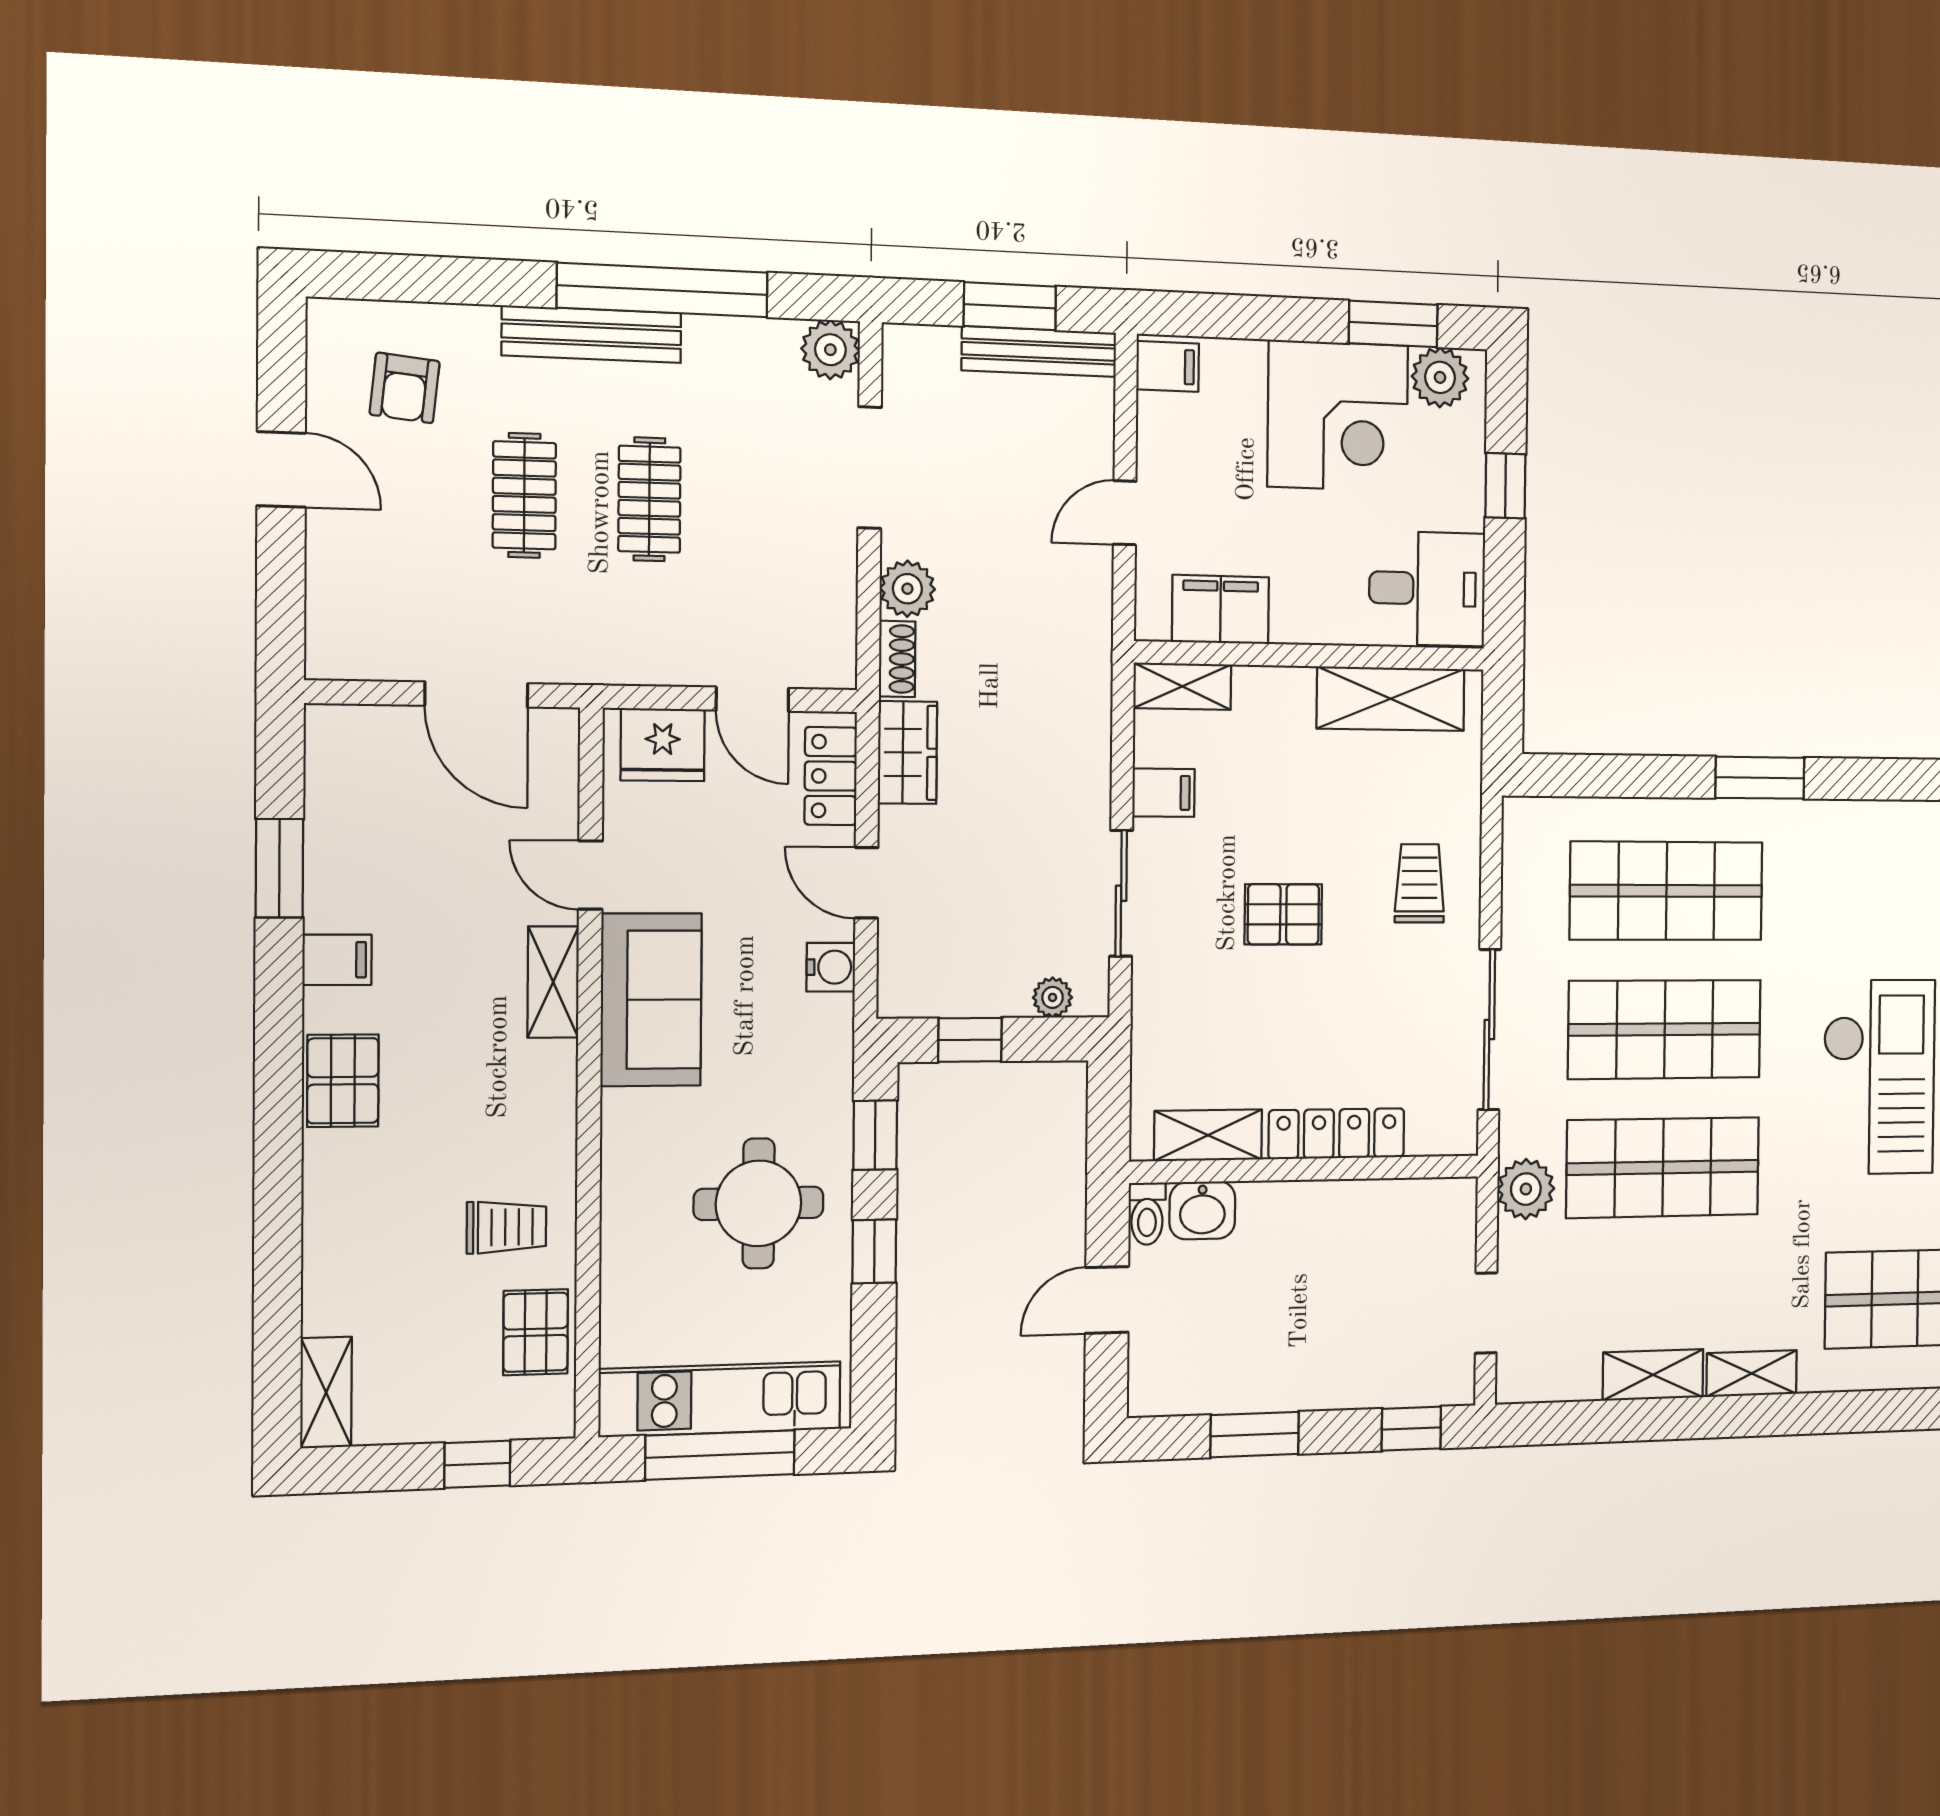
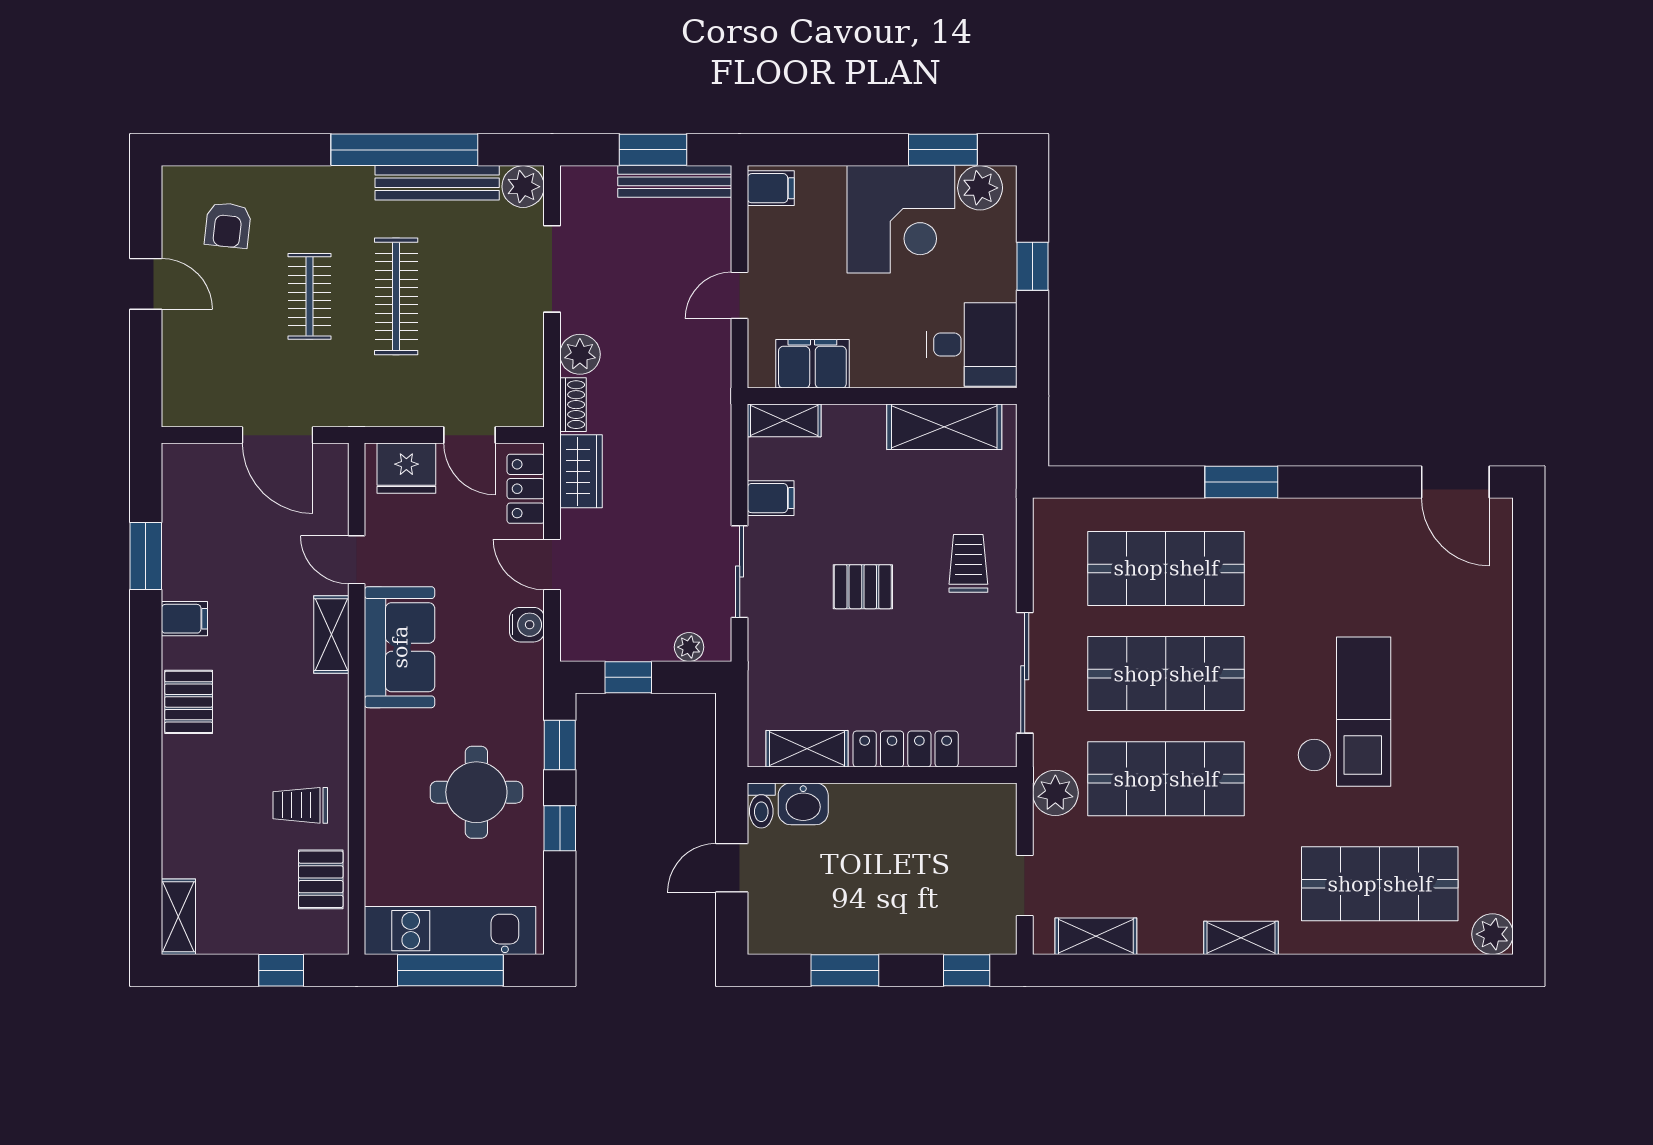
bench: (592, 334) -> (437, 183), moved
clothes rail: (649, 499) -> (396, 296), width x1.36
trolley: (507, 1227) -> (300, 805), turned 180
shelving: (1653, 1375) -> (1096, 936), moved

